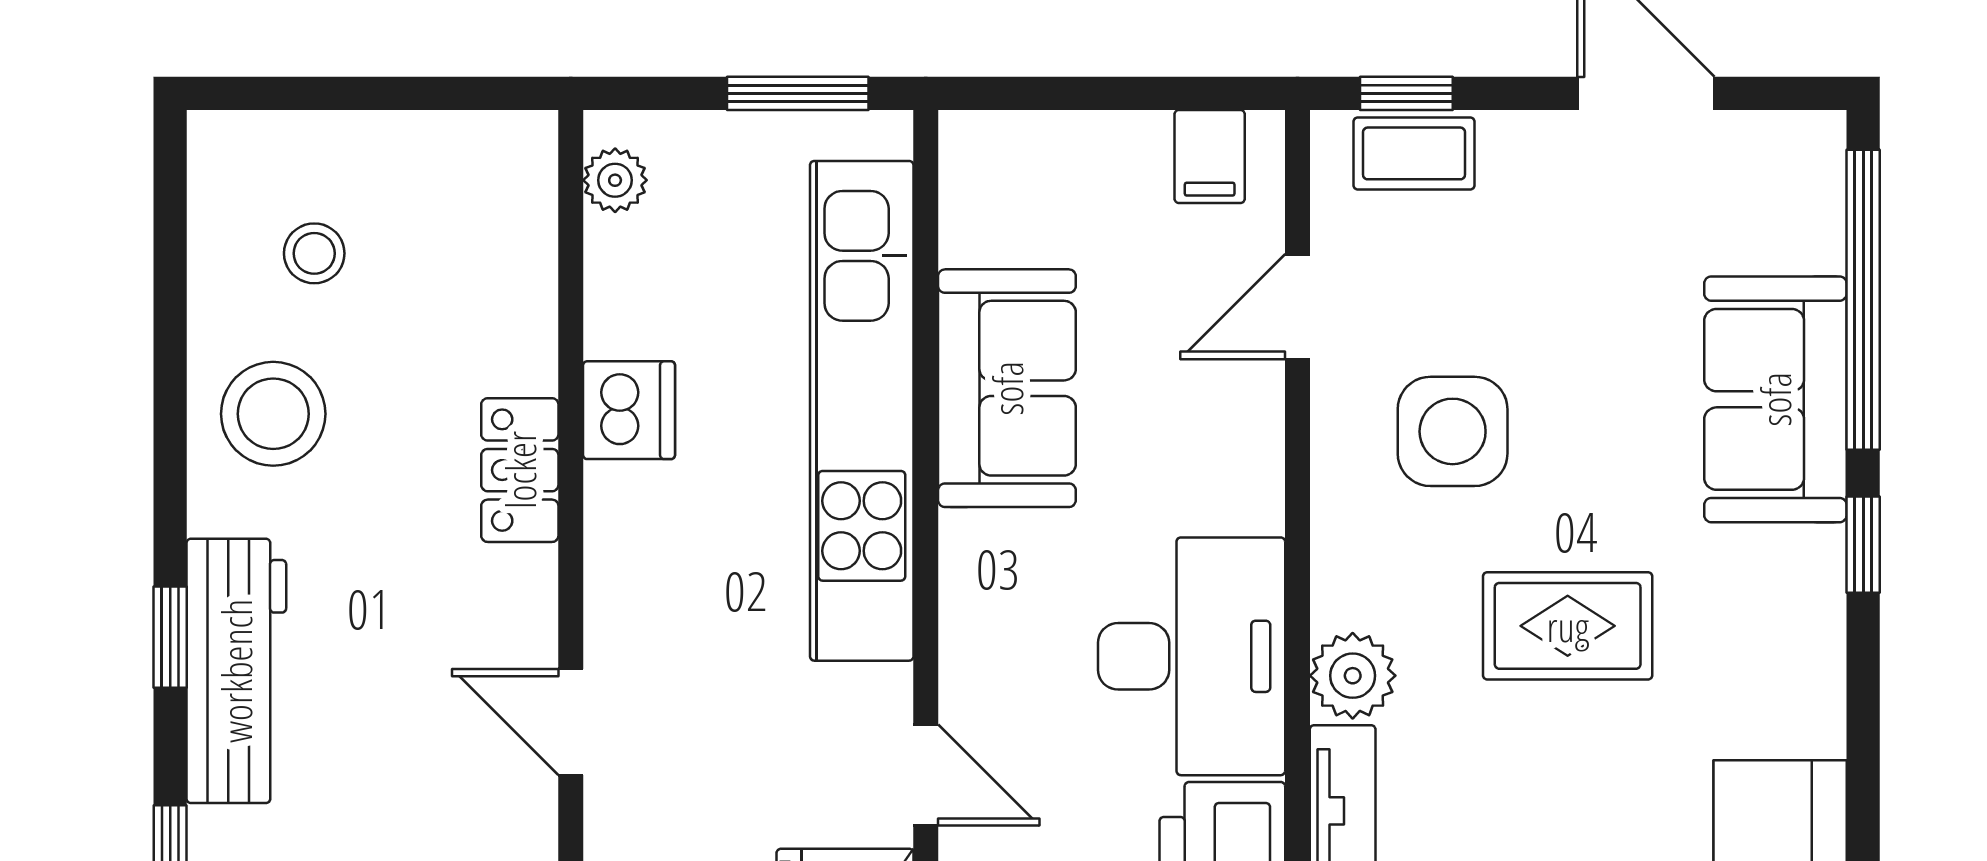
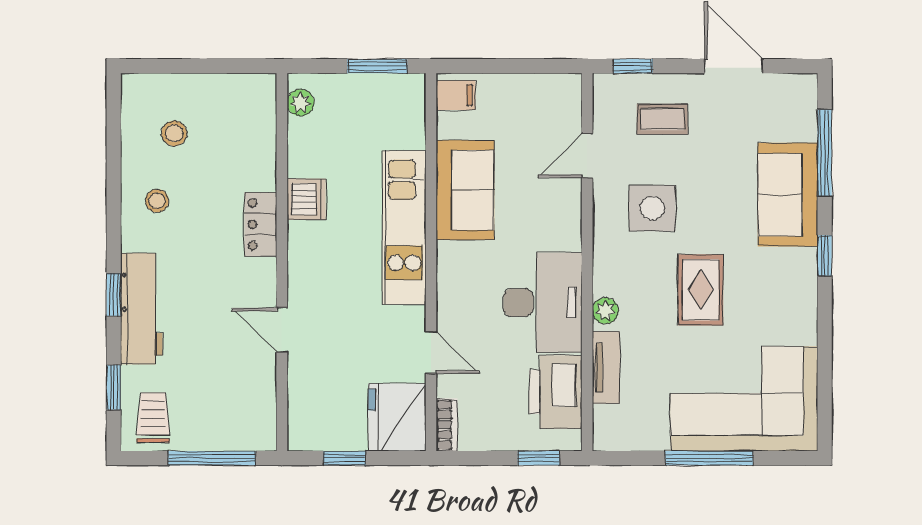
coffee table: (1414, 153) -> (662, 119), moved
filing cabinet: (1210, 156) -> (456, 95), moved, turned -90
window: (1863, 300) -> (825, 153), width x0.68
kitchen unit: (862, 411) -> (404, 227), width x0.73
stool: (273, 414) -> (157, 201), width x0.53, depth x0.53
rug: (1568, 626) -> (701, 290), turned 90
plant: (1353, 676) -> (605, 311), width x0.73, depth x0.73

